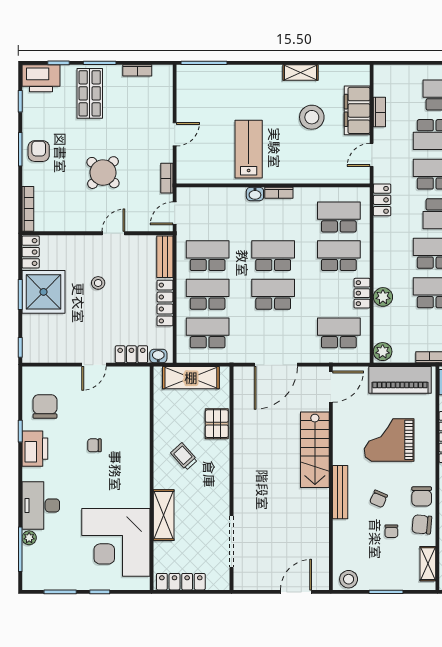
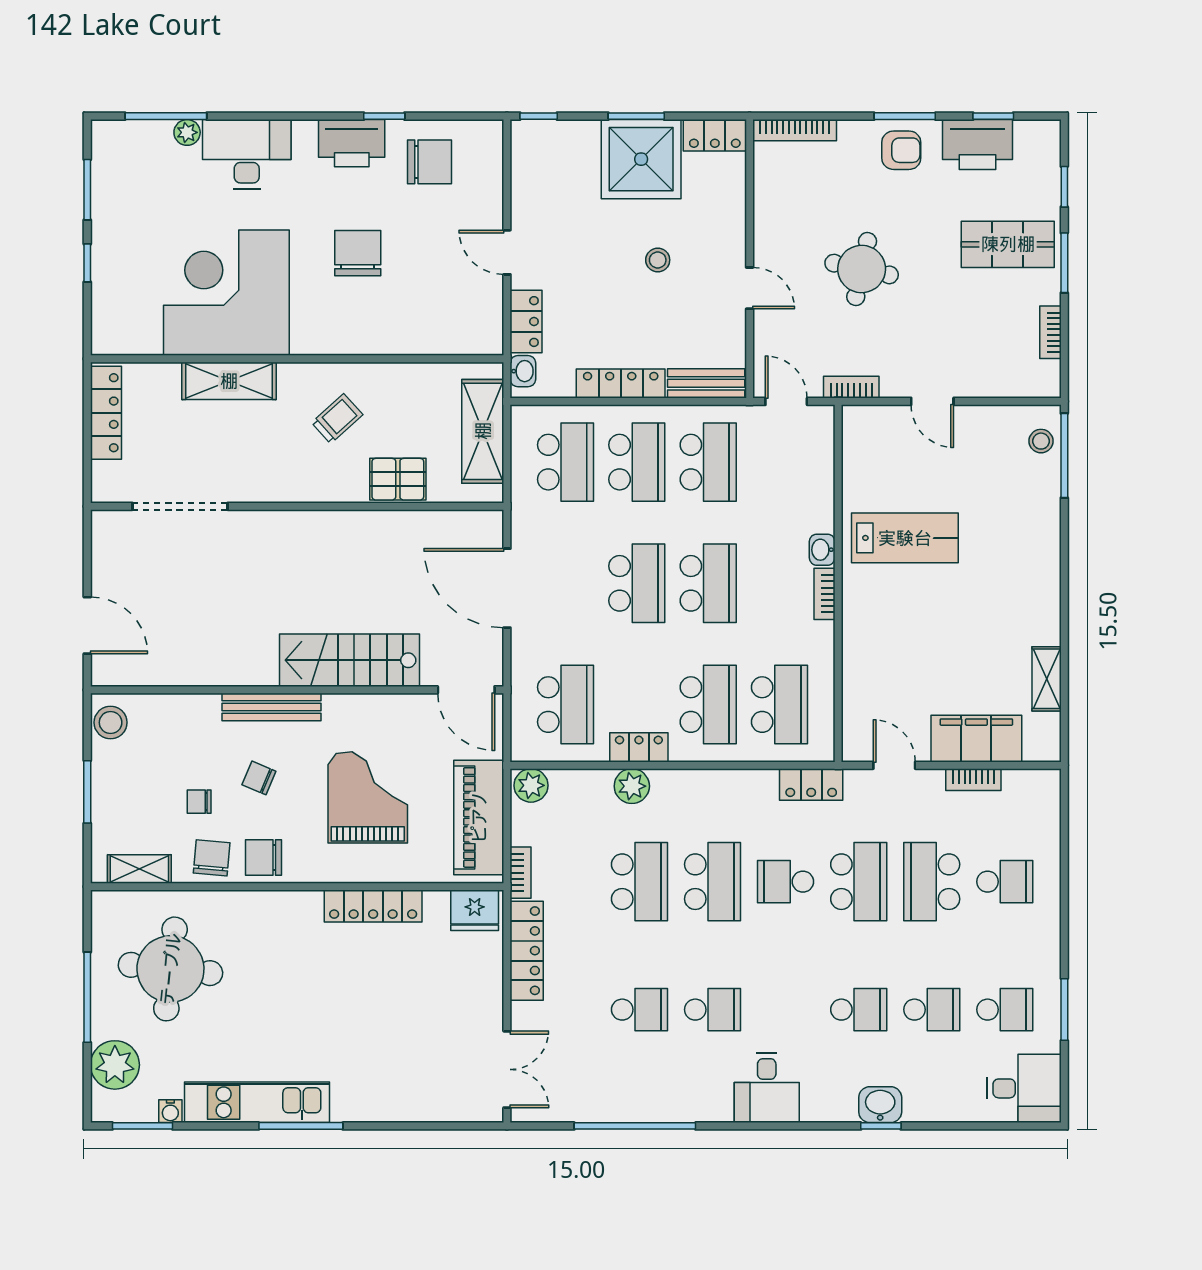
shelving: (301, 72) -> (1047, 679), moved
printer: (41, 78) -> (978, 145), moved, turned -90
stool: (312, 117) -> (1041, 441), moved, width x0.53, depth x0.53
round table: (103, 173) -> (862, 269), turned -31
chair: (94, 445) -> (358, 253), width x1.87, depth x1.87
corner desk: (116, 542) -> (226, 293), moved

